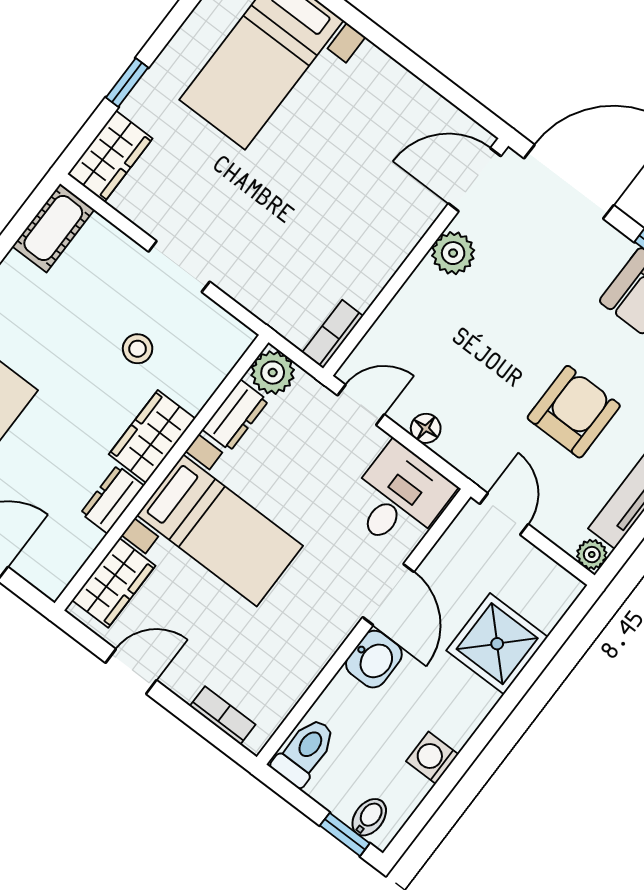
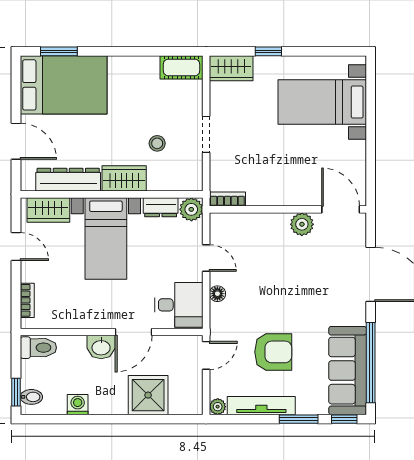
door: (475, 180) -> (341, 209), moved
plant: (453, 253) -> (302, 224), moved
wall: (416, 257) -> (288, 209), moved
bookcase: (333, 334) -> (227, 199), moved
dresser: (112, 499) -> (68, 180), width x1.96, depth x1.24

